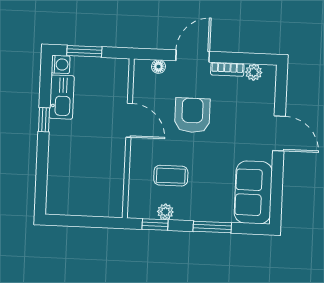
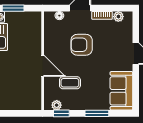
armchair: (192, 115) -> (82, 45), turned -90
door: (129, 120) -> (43, 66), moved
plant: (165, 212) -> (57, 105), moved

